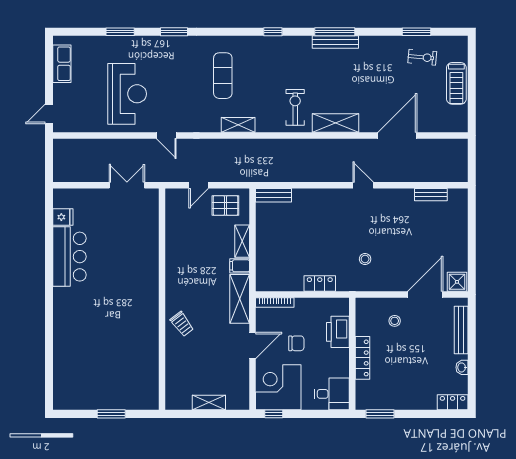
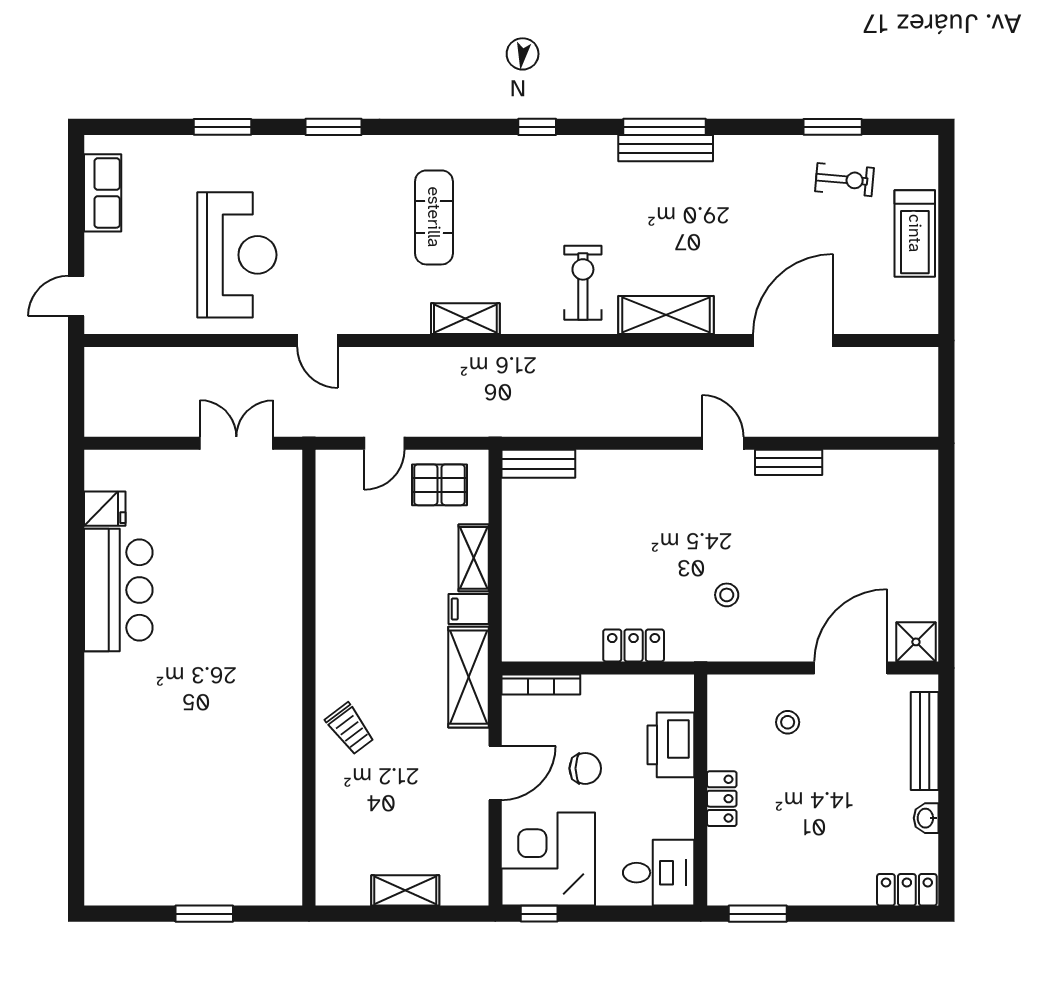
bench: (431, 195) -> (789, 462), moved
locker: (363, 358) -> (722, 799), width x0.66

